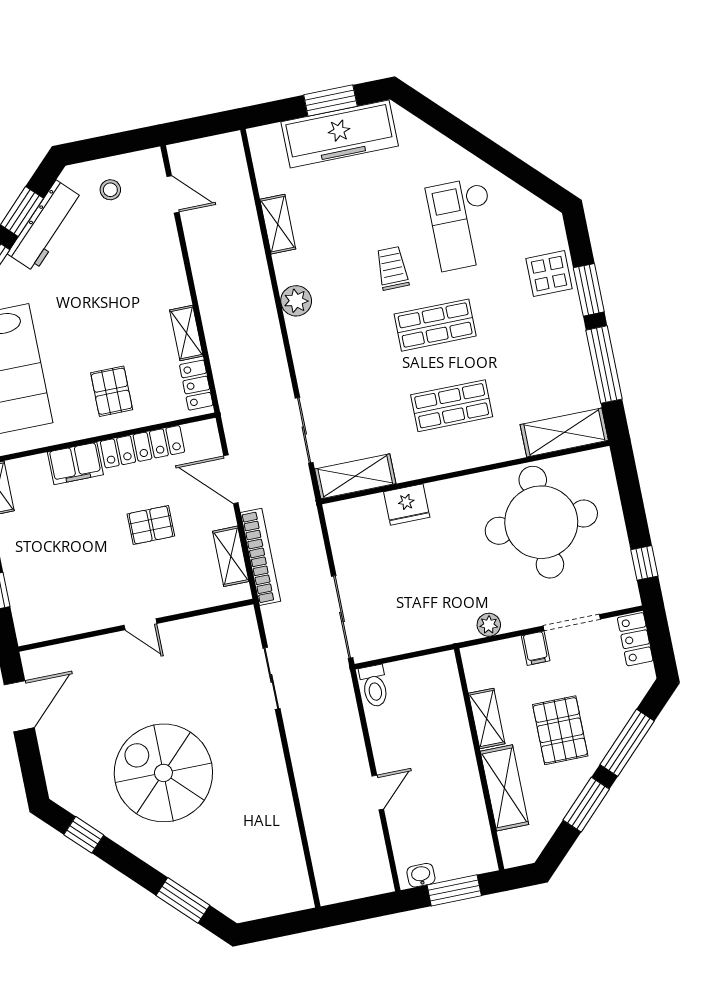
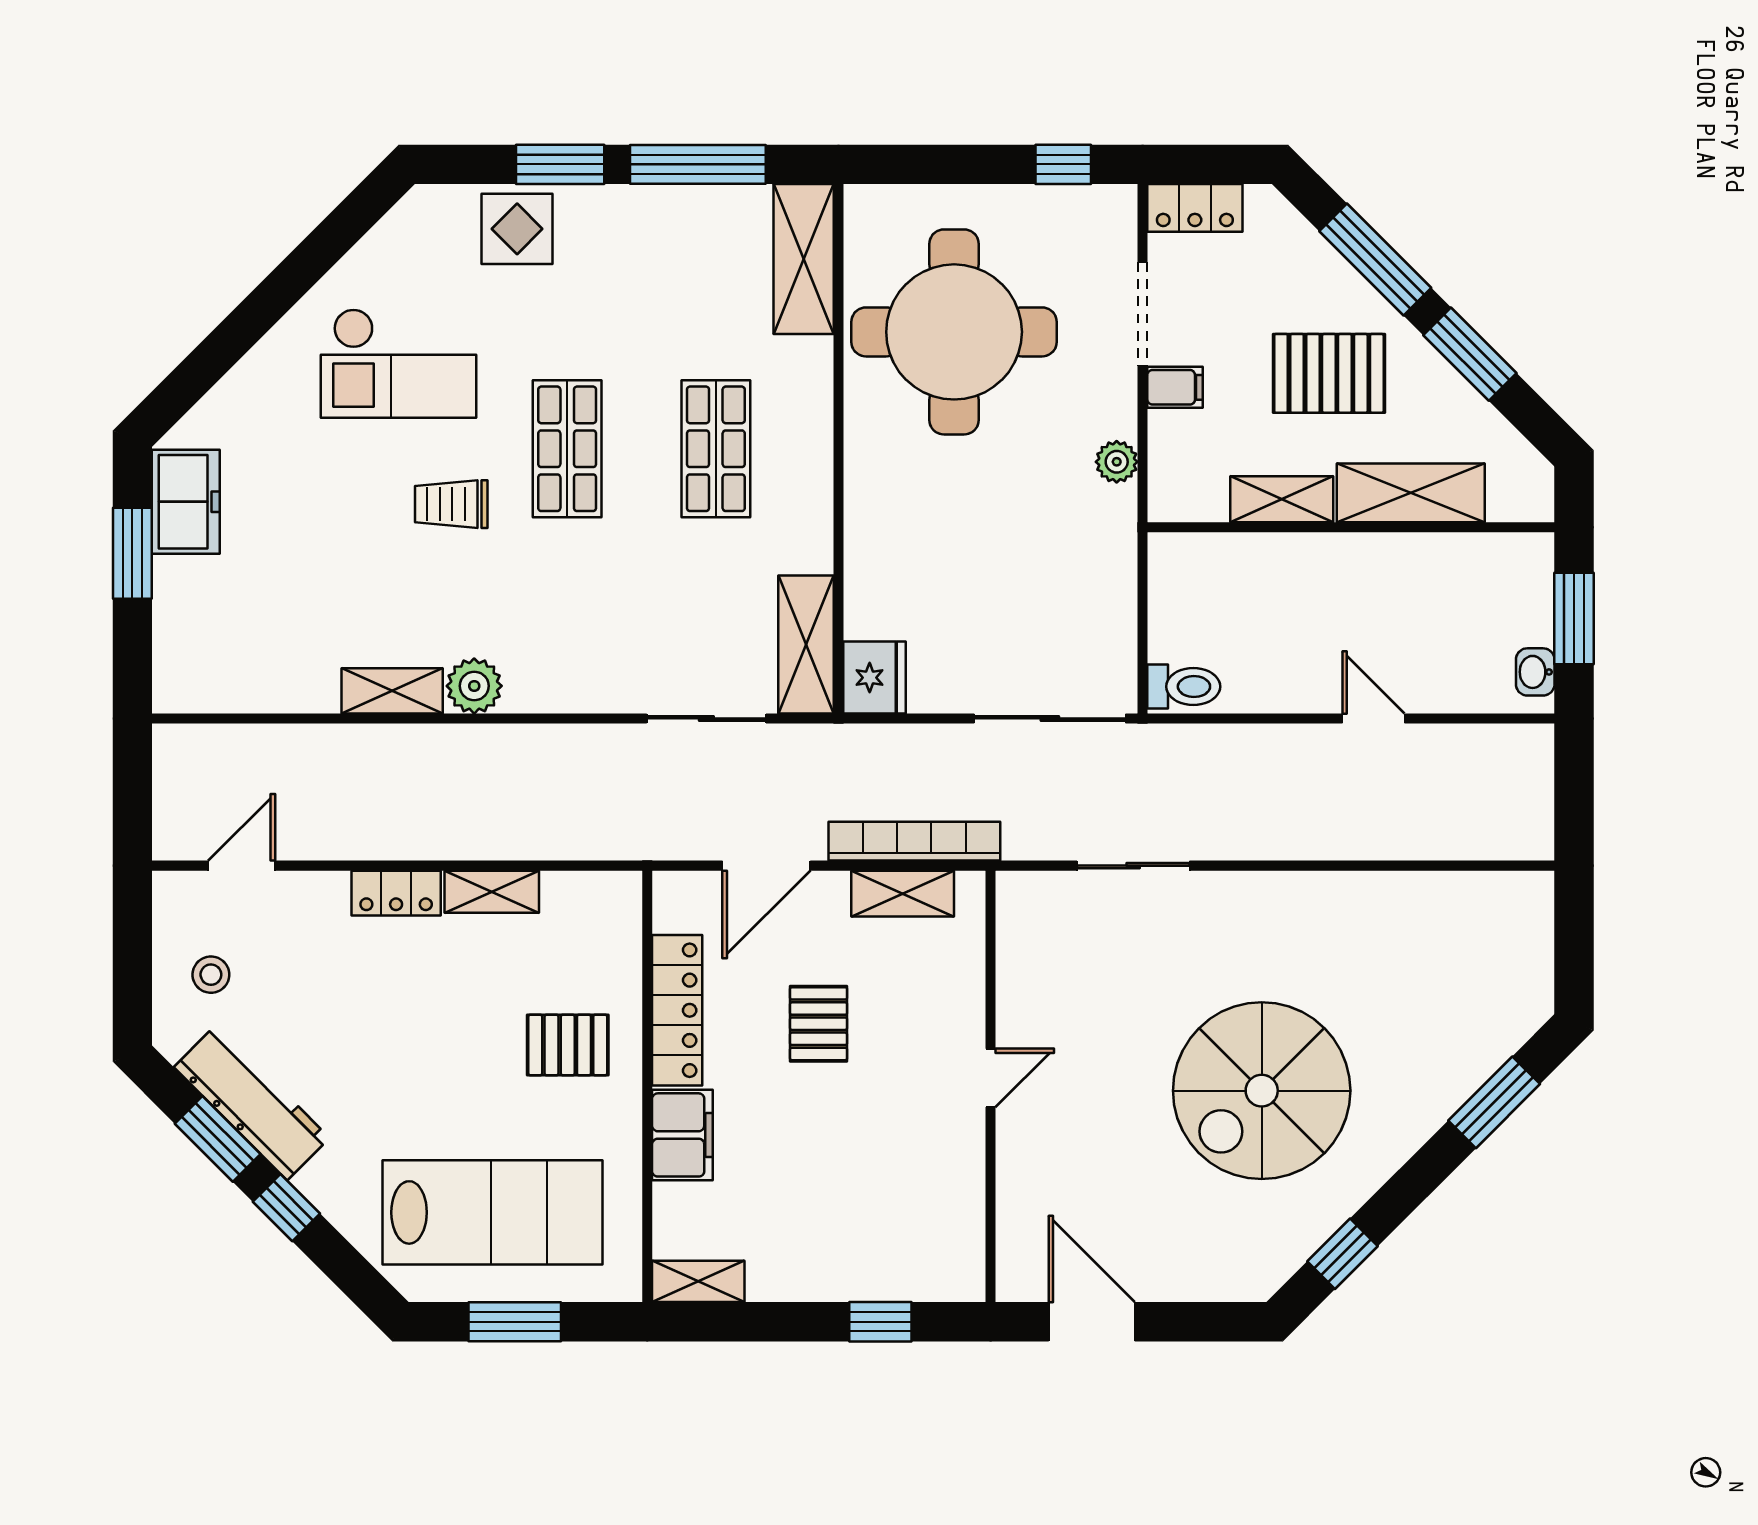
freezer: (340, 134) -> (186, 502), width x0.52, depth x0.79
shelving: (278, 224) -> (392, 691), moved
locker: (196, 385) -> (396, 893), moved
fridge: (407, 505) -> (874, 678), moved

